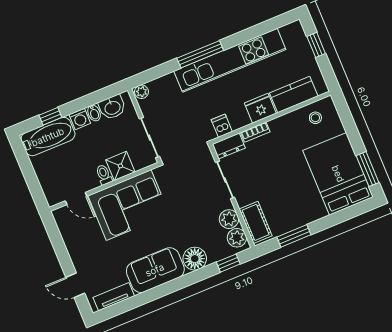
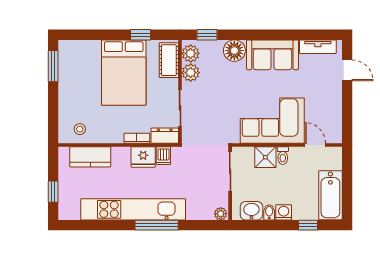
fridge: (260, 108) -> (143, 157), moved
bathtub: (48, 137) -> (330, 195), moved, turned -90
bed: (338, 174) -> (124, 73), moved
window: (294, 236) -> (141, 35), width x0.67

